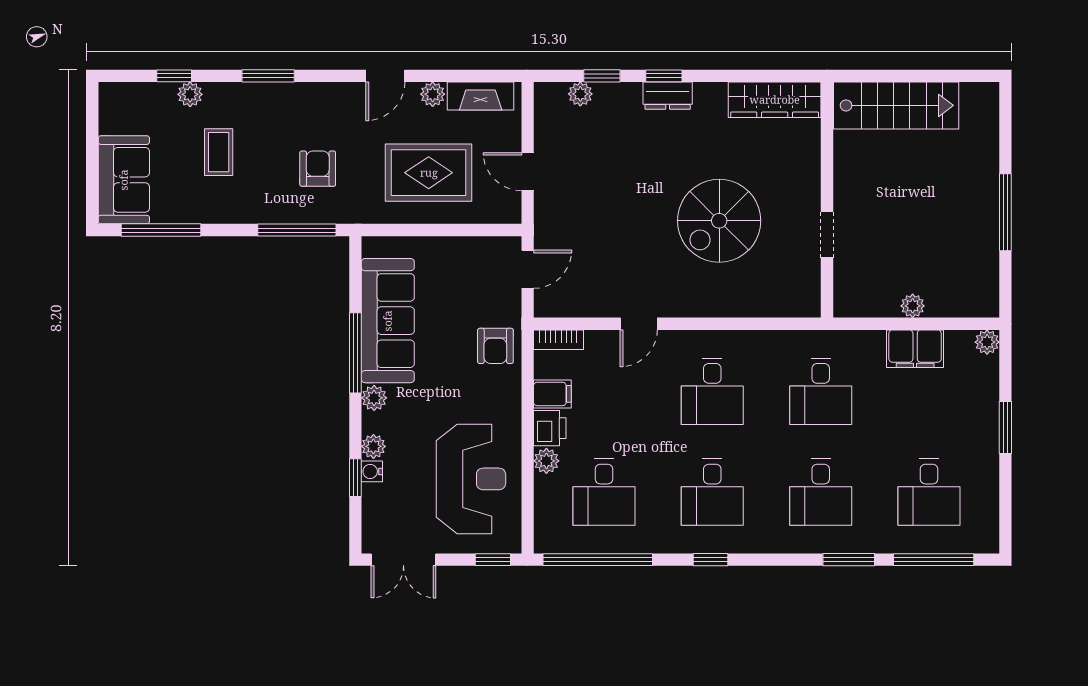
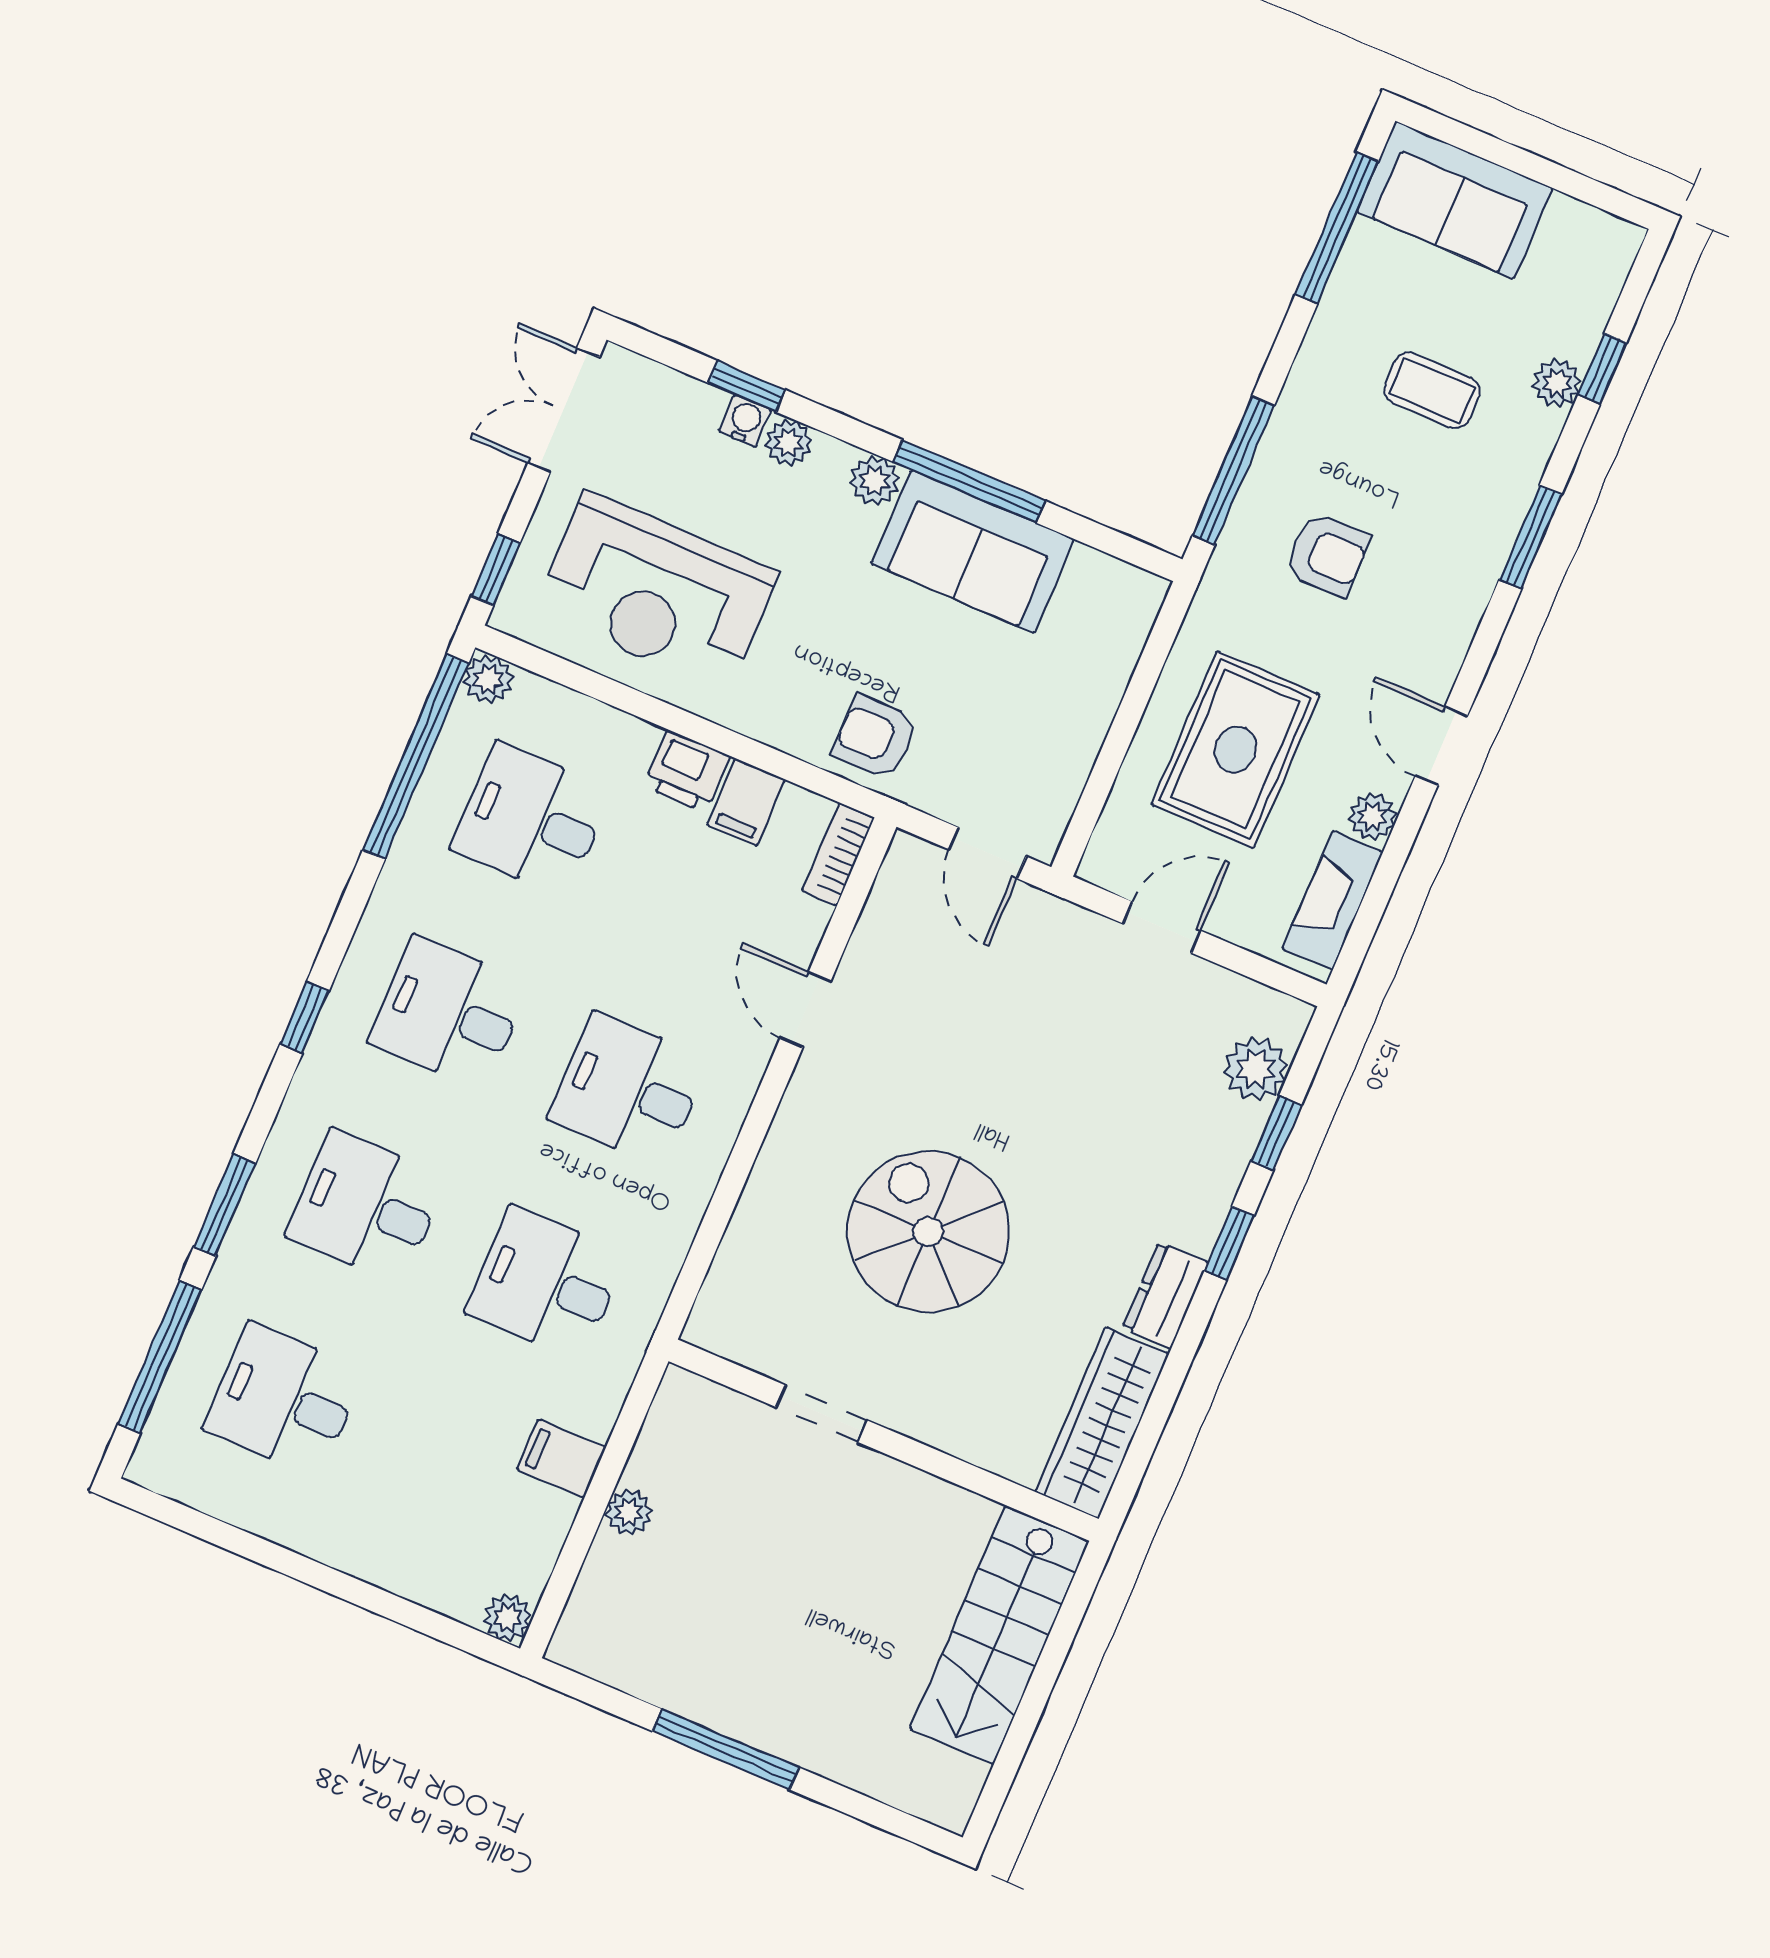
plant: (580, 94) -> (1256, 1069), width x1.38, depth x1.38
dresser: (668, 96) -> (1165, 1295), moved
sofa: (388, 321) -> (973, 551), width x0.73
filing cabinet: (915, 349) -> (561, 1459), width x0.50
window: (1005, 428) -> (341, 1585), removed
plant: (546, 461) -> (488, 679), moved
window: (710, 560) -> (304, 1018), moved

